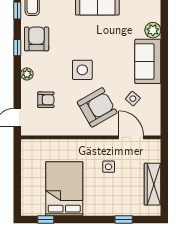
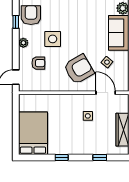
side table: (82, 70) -> (53, 39), moved
bed: (64, 189) -> (33, 133), moved
window: (46, 219) -> (62, 158), moved

